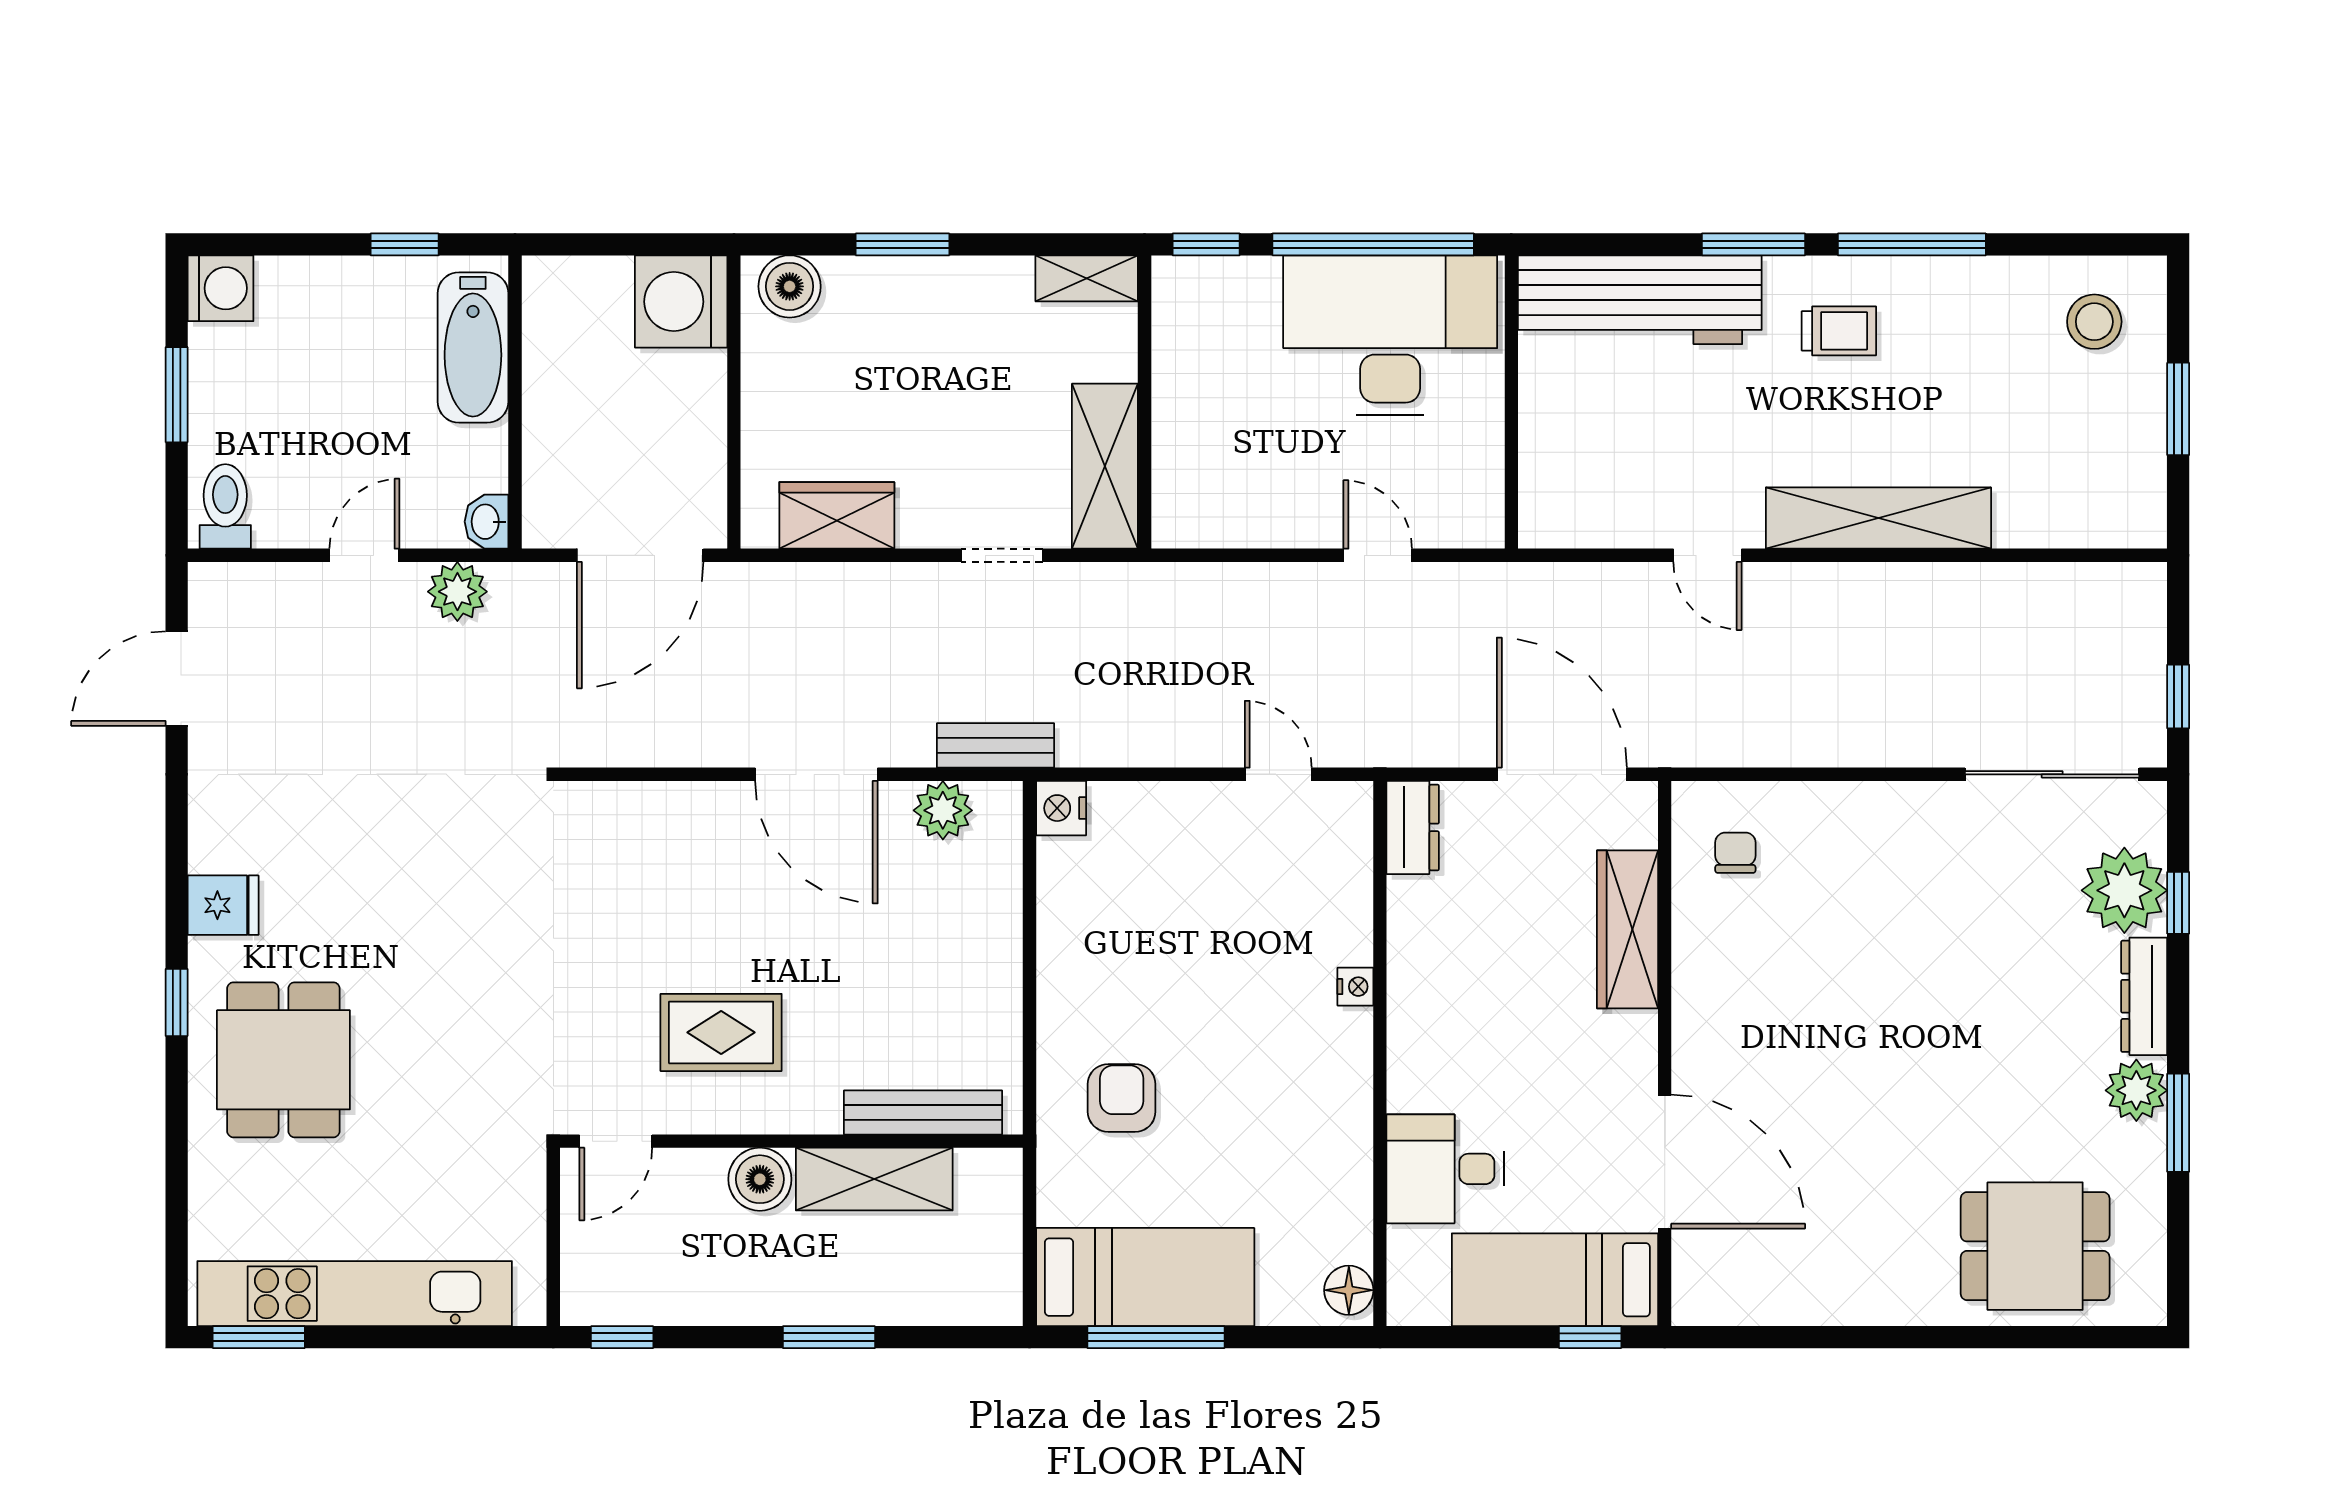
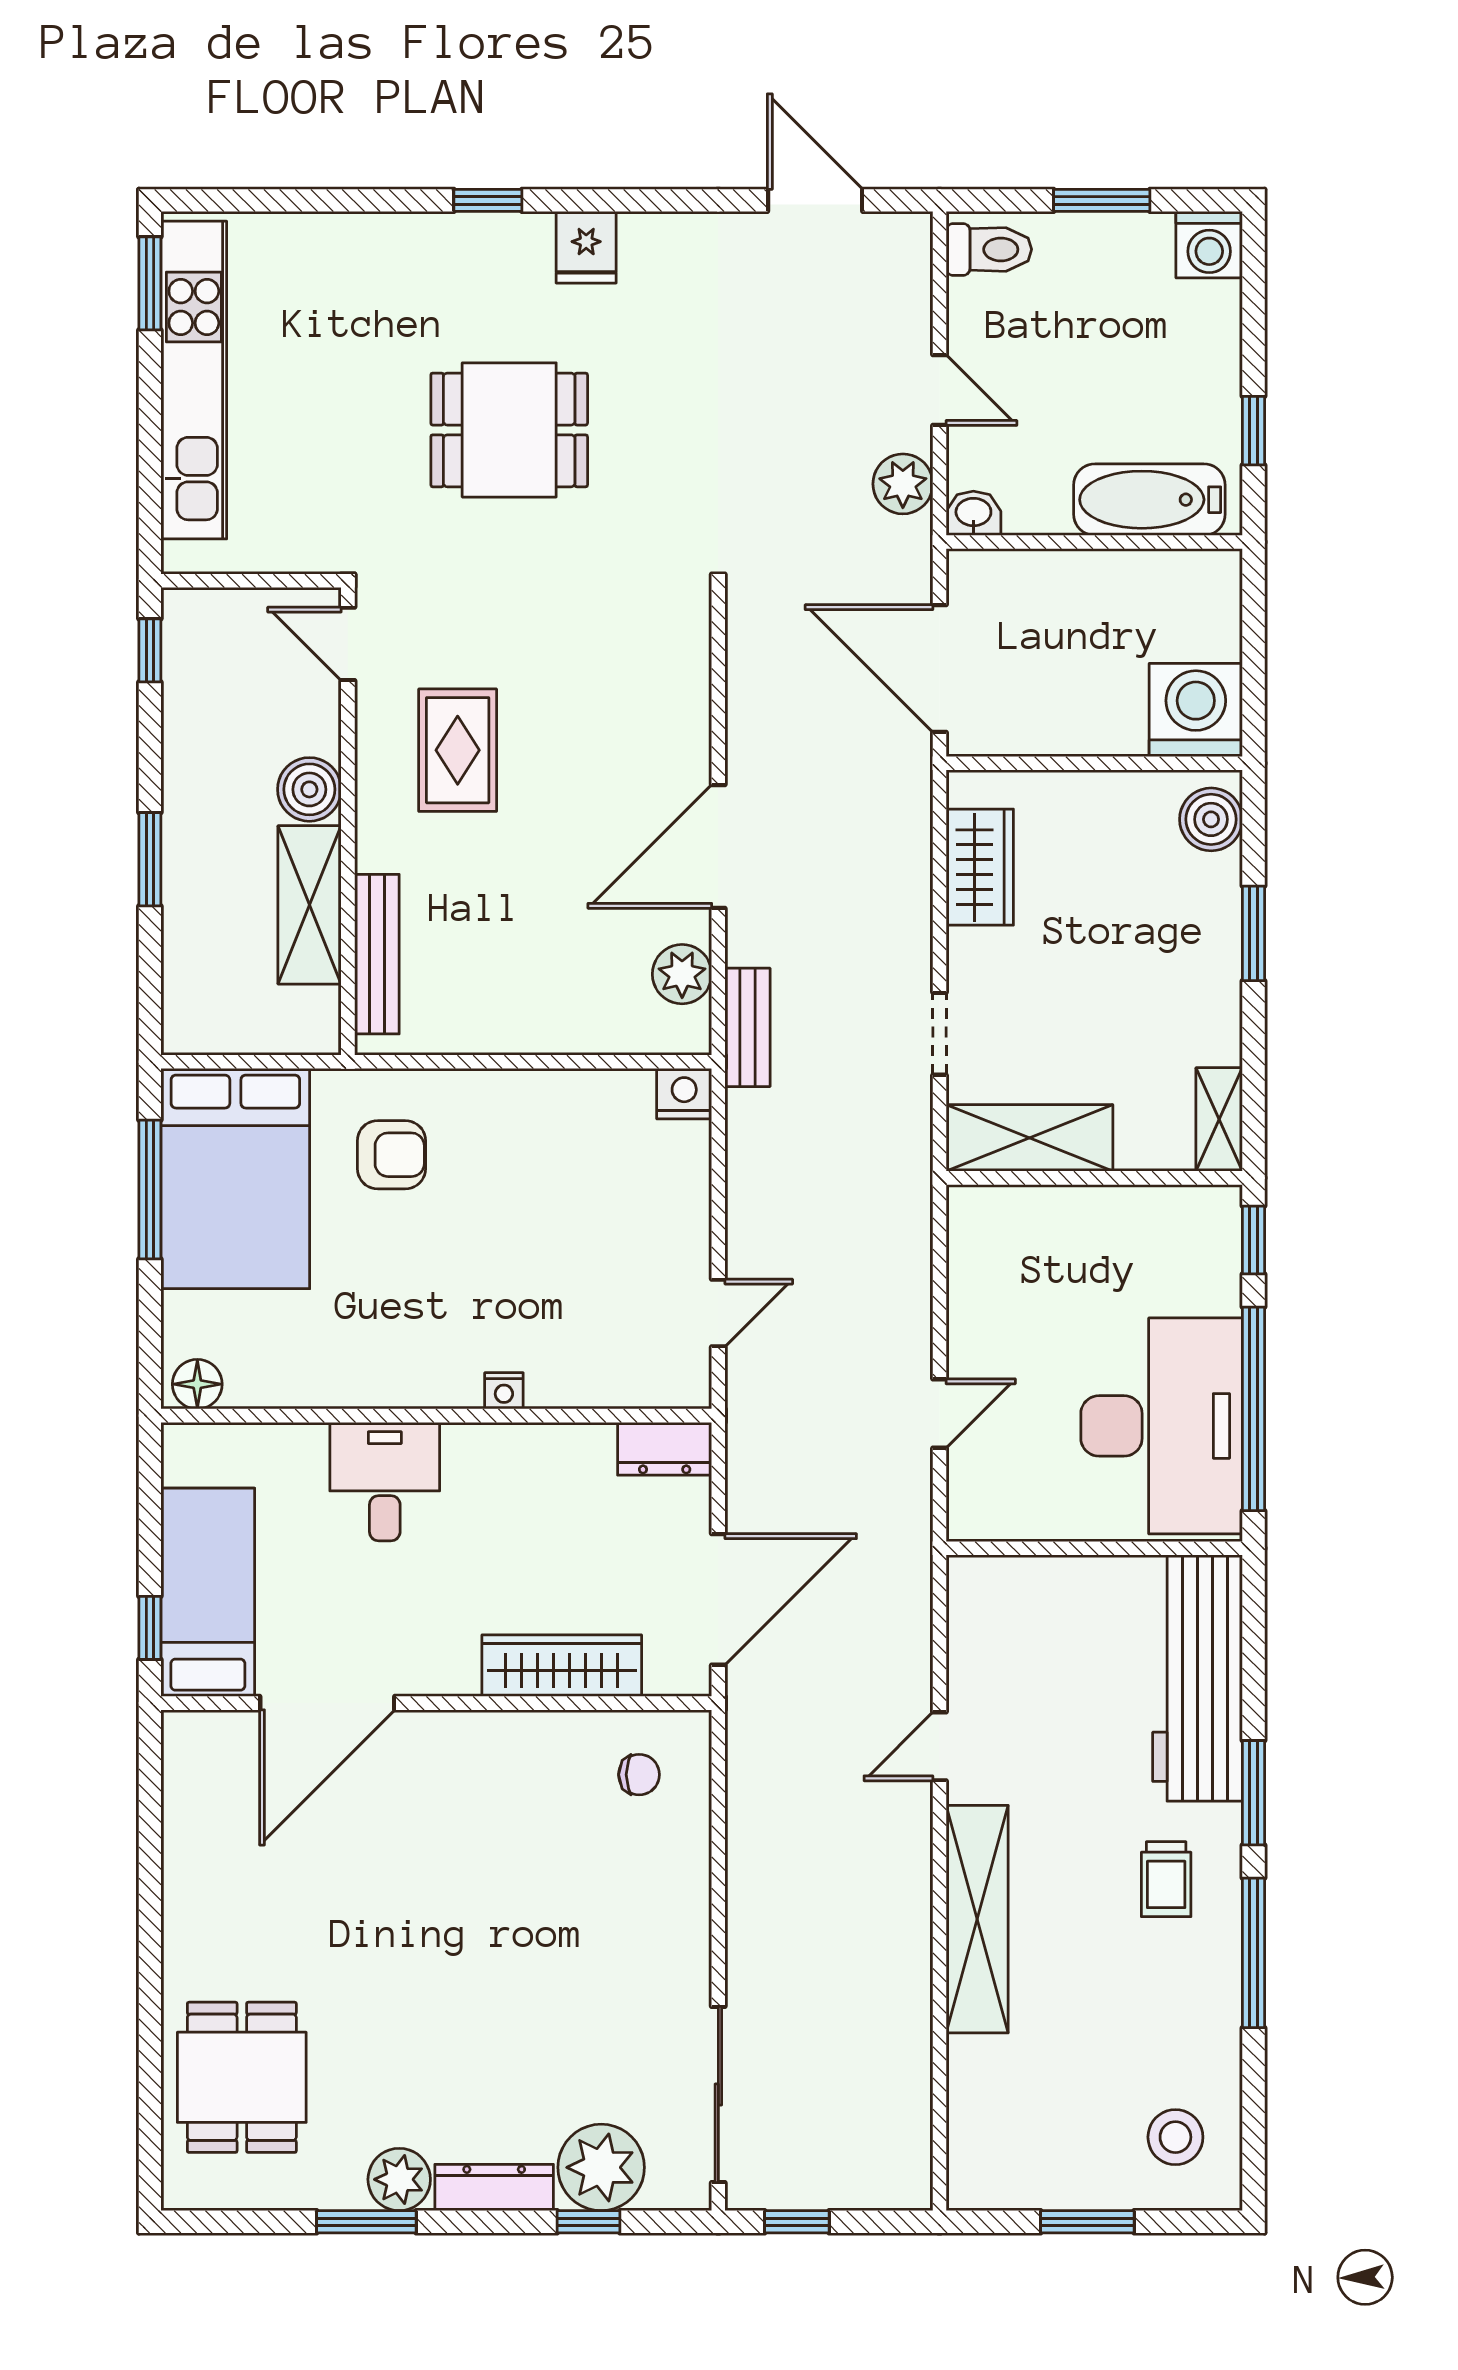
dining table: (283, 1060) -> (509, 430), moved
desk: (1445, 1169) -> (385, 1482), moved
bed: (1145, 1277) -> (235, 1179), width x1.50

